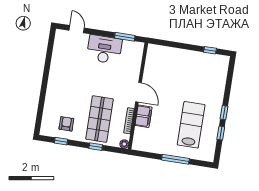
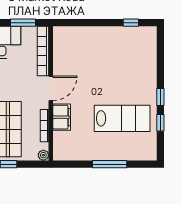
bookcase: (137, 62) -> (43, 51), added
door: (139, 92) -> (51, 88), hinge flipped
lab bench: (191, 125) -> (122, 118), turned 90

